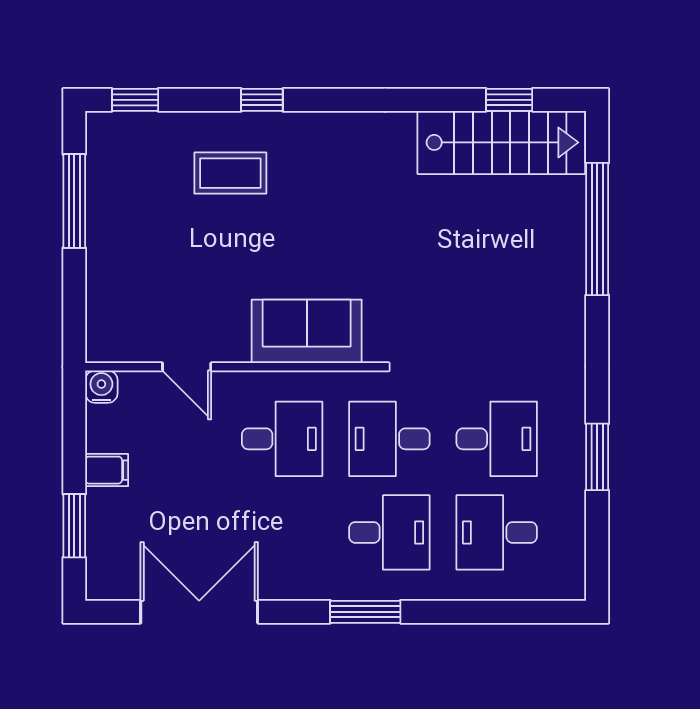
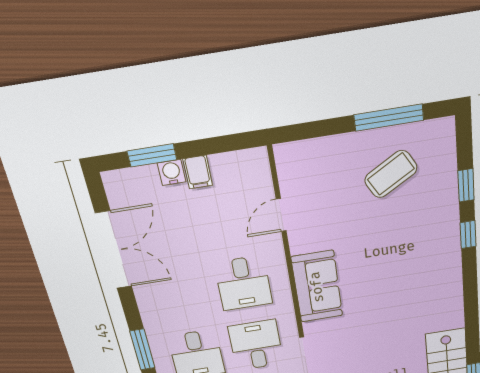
window: (135, 100) -> (466, 185), moved
coffee table: (230, 173) -> (391, 174), moved, turned 60
water cooler: (101, 387) -> (172, 172), moved, turned -90

